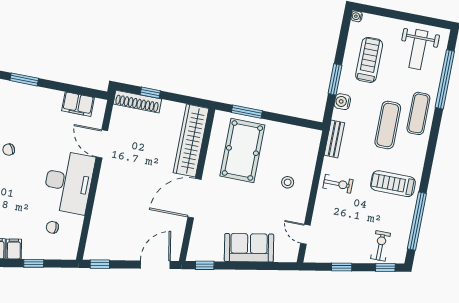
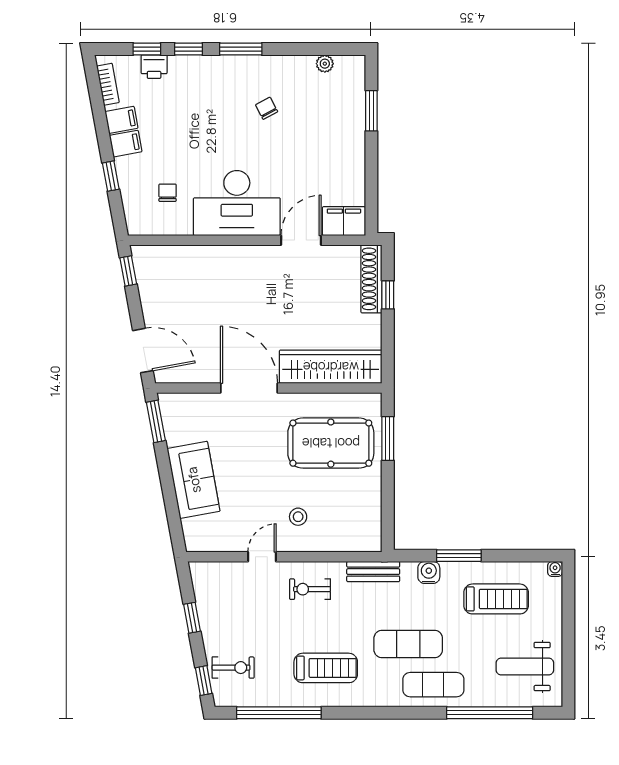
filing cabinet: (78, 104) -> (344, 221), moved, turned 90
exercise bike: (338, 184) -> (310, 589), turned 90
treadmill: (393, 184) -> (326, 668), turned 90
door: (305, 234) -> (262, 557), moved
window: (205, 265) -> (156, 421), width x1.50

